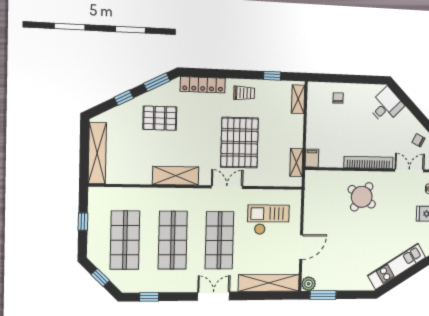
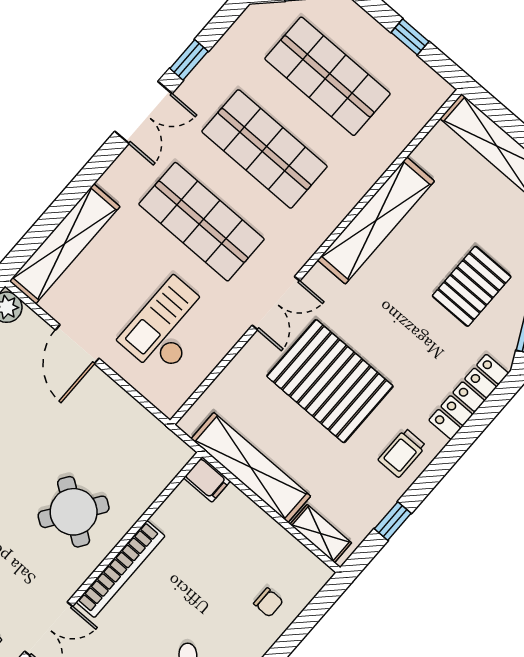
shelving: (296, 162) -> (251, 467), width x2.20, depth x1.33
shelving: (176, 176) -> (376, 221), width x1.47
checkout: (268, 220) -> (168, 327), turned 180
double door: (214, 296) -> (143, 112), moved
window: (149, 297) -> (189, 60), moved

